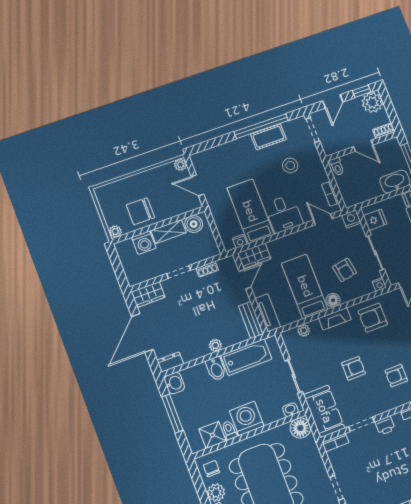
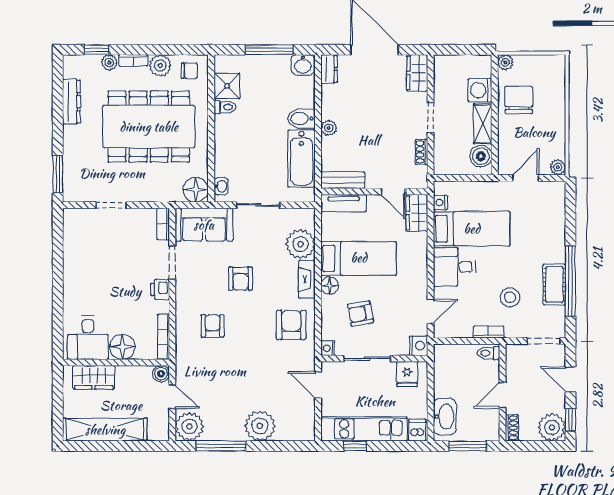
bookcase: (330, 194) -> (489, 332), moved
plant: (304, 330) -> (300, 244), width x1.87, depth x1.87
washing machine: (247, 418) -> (231, 132), removed

